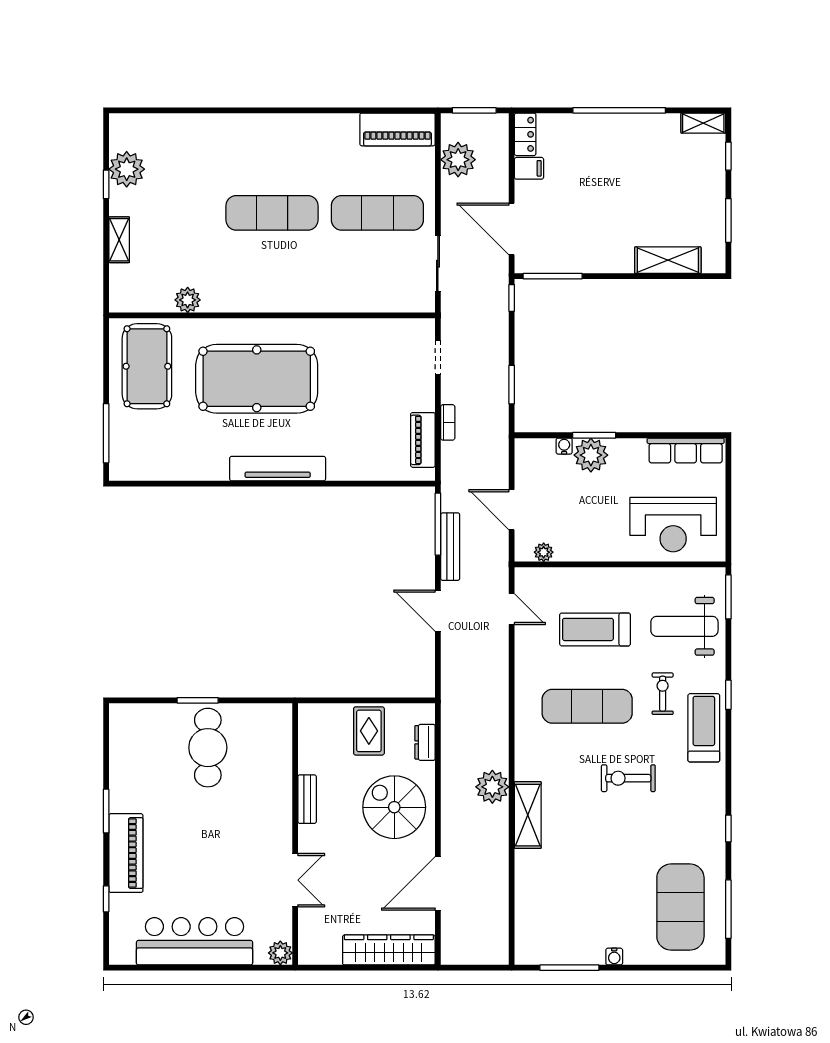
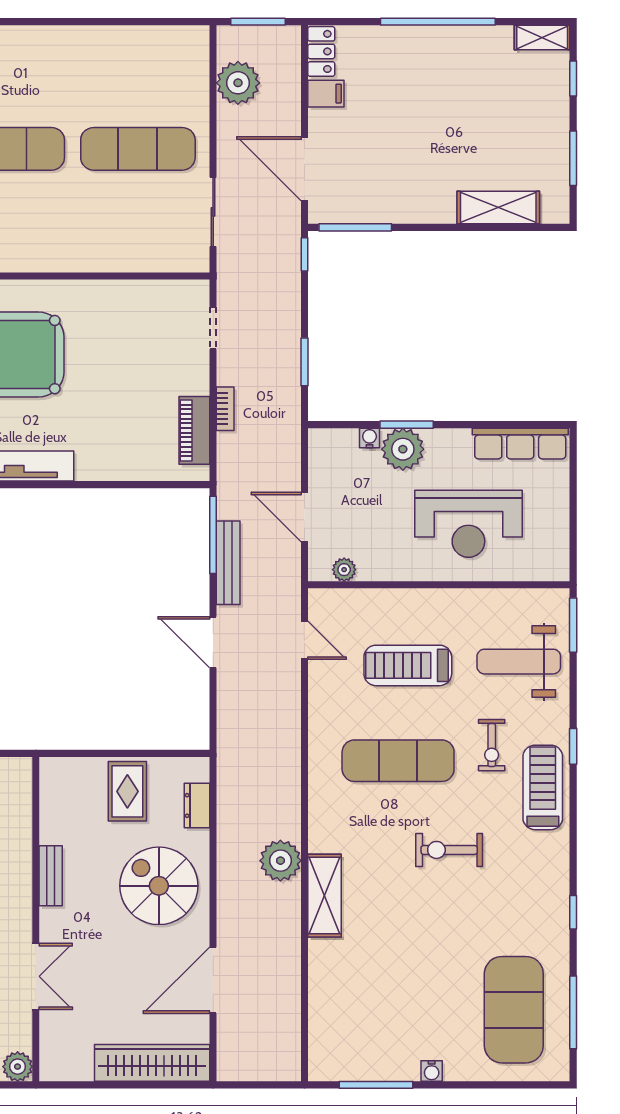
piano: (397, 129) -> (163, 45), removed
reception desk: (673, 525) -> (468, 524), moved
exercise bike: (663, 694) -> (492, 745), turned 180

